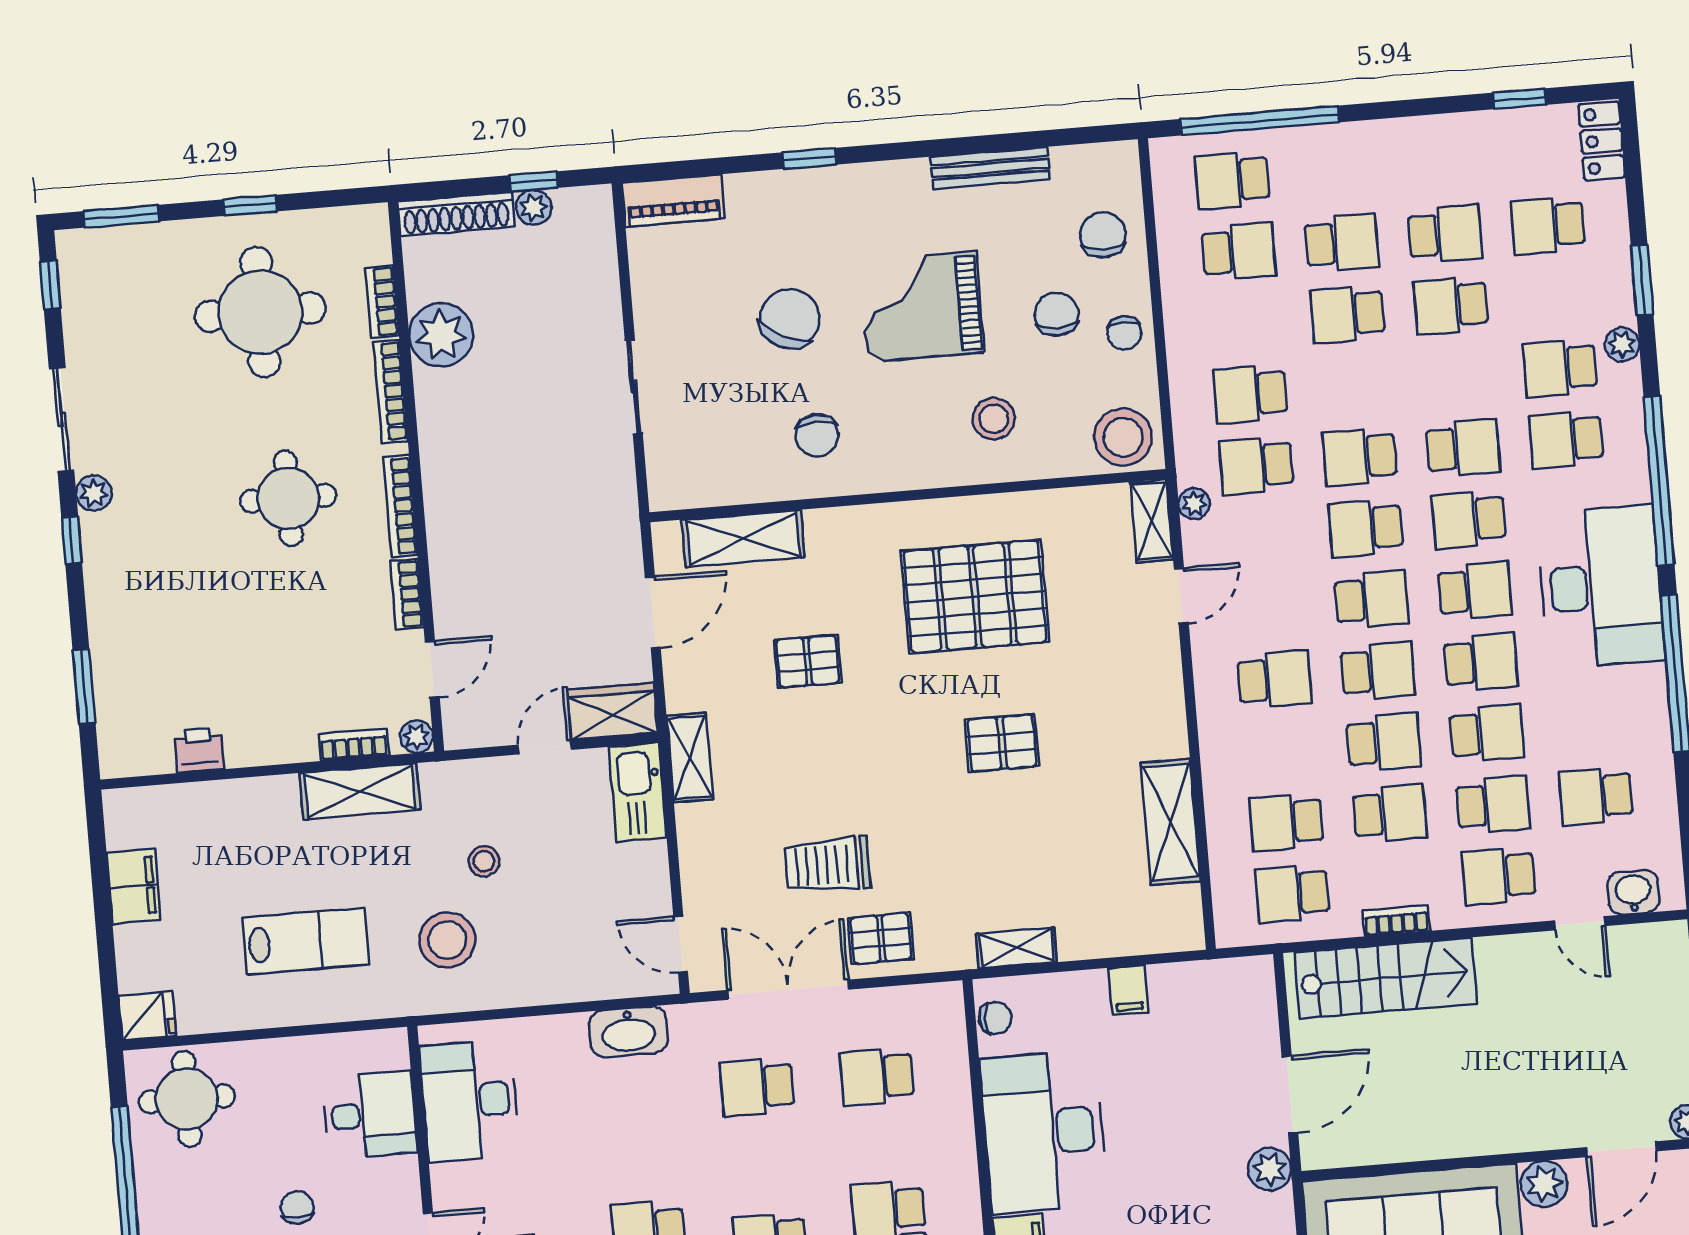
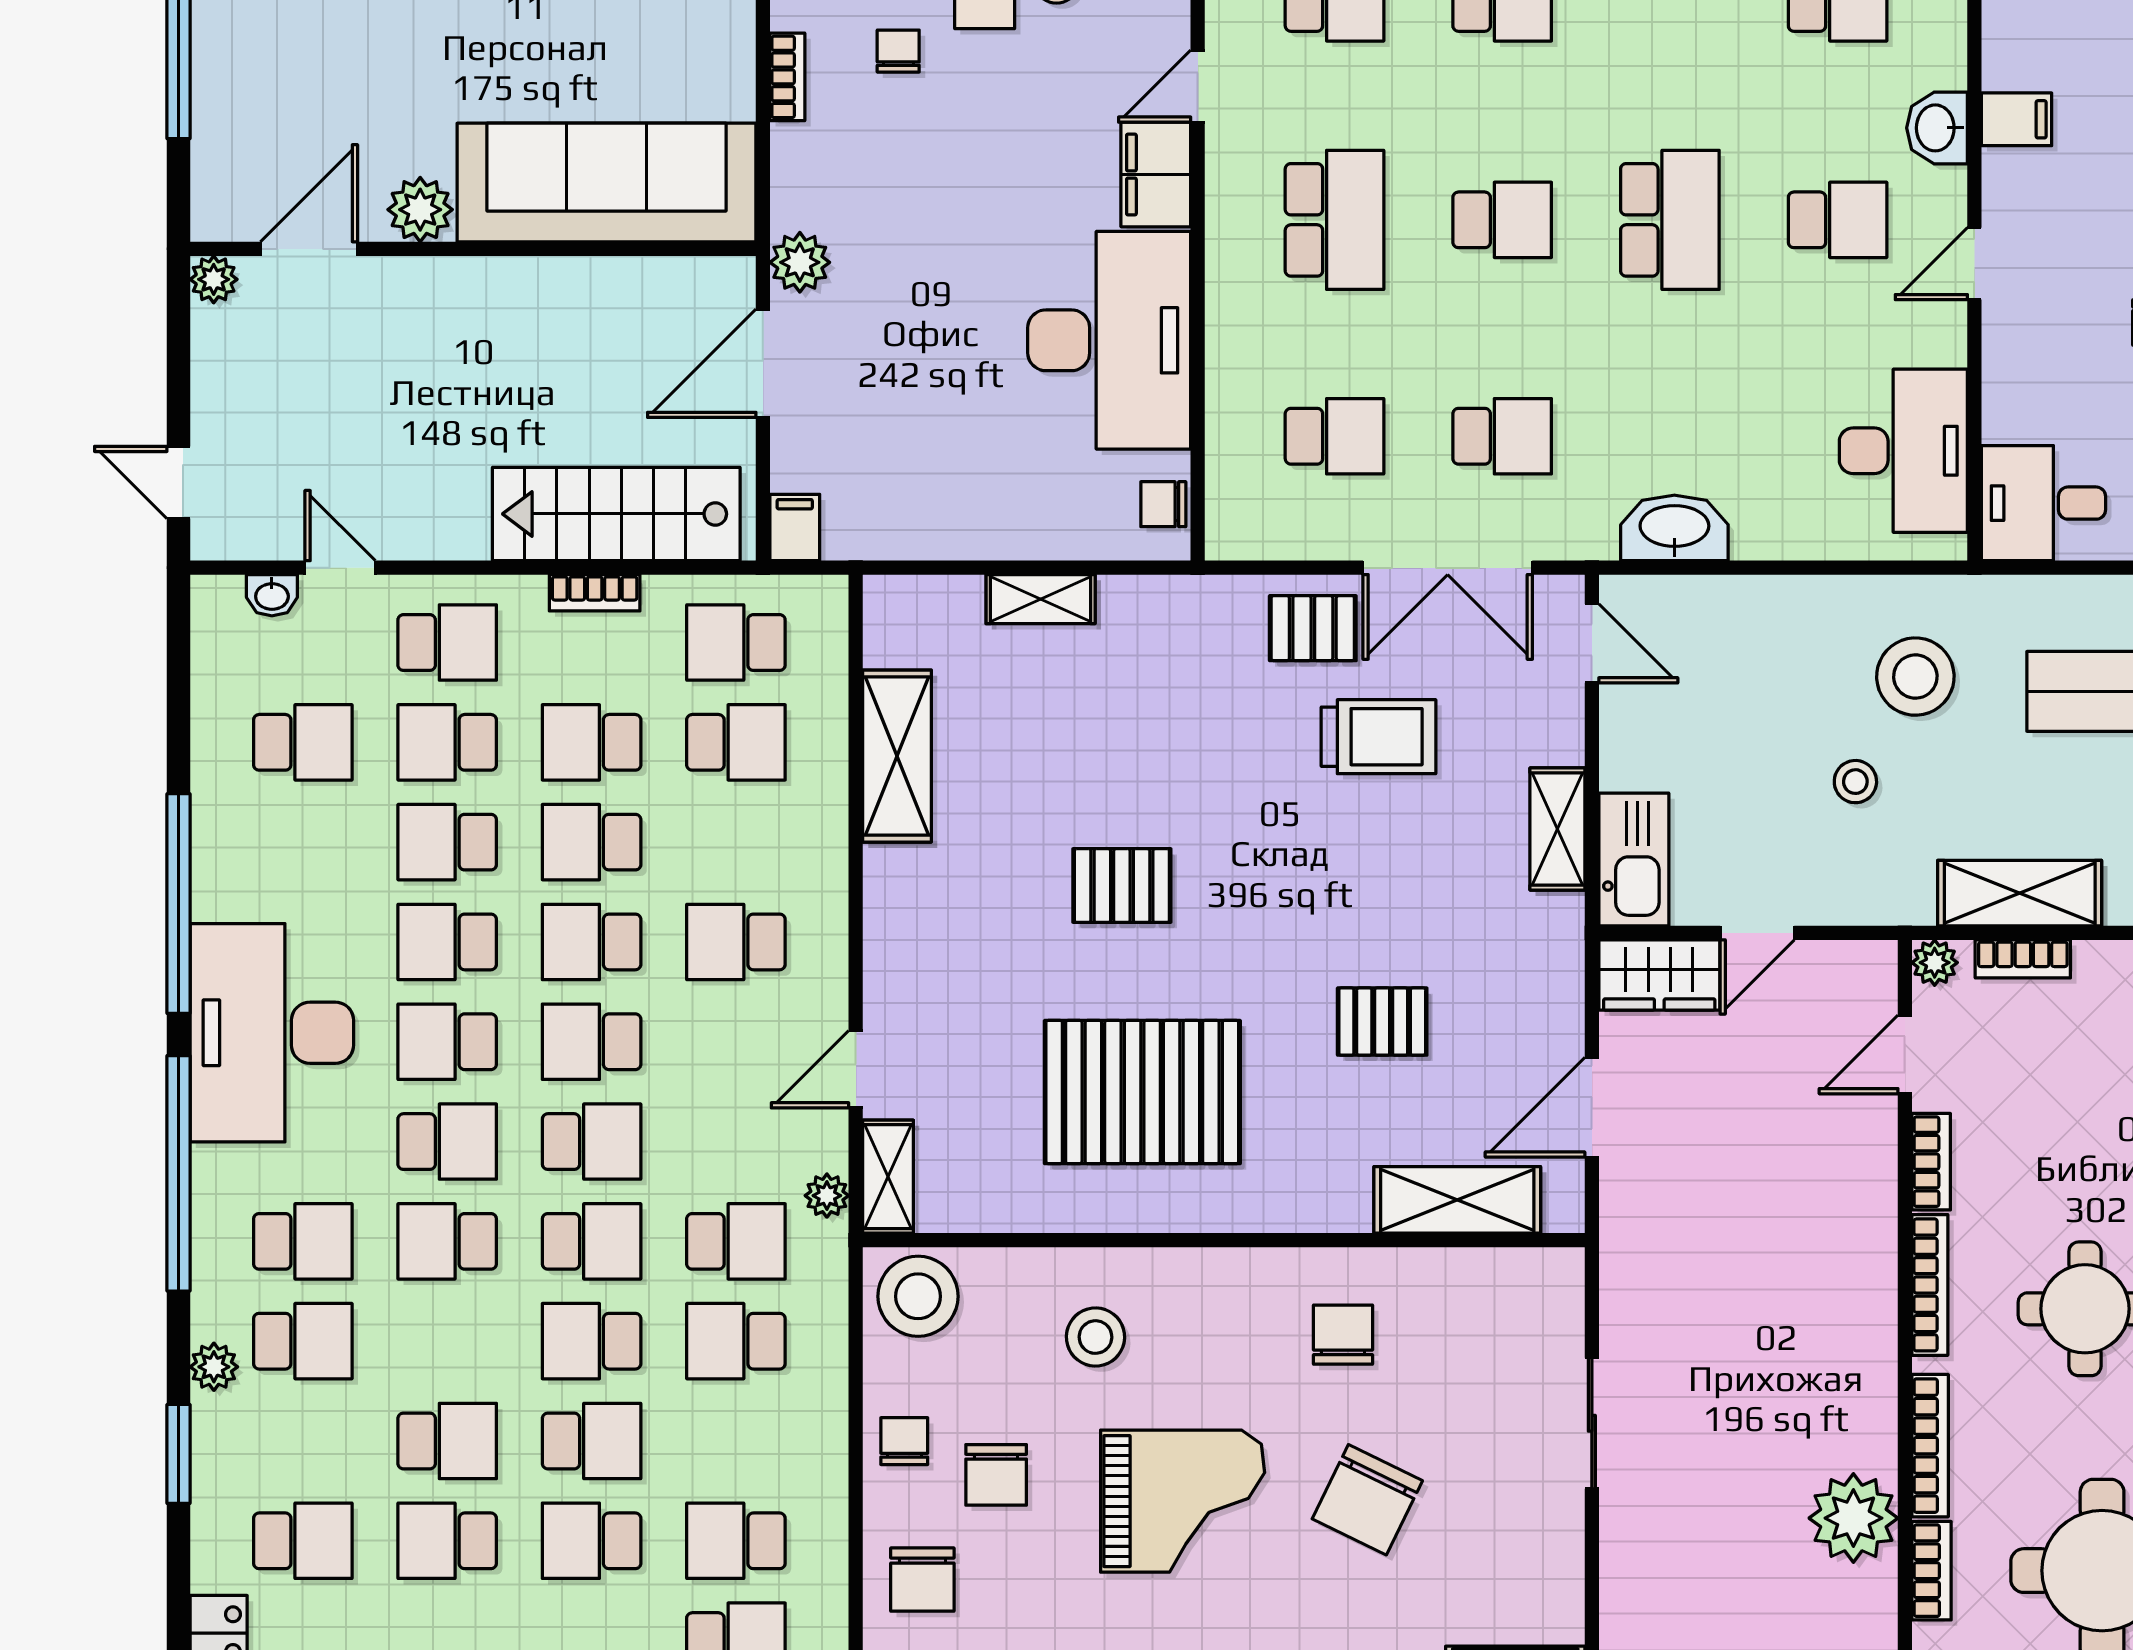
school desk: (1354, 385) -> (592, 1341), added
school desk: (1250, 394) -> (736, 1341), turned 180
shelving: (690, 757) -> (1557, 829), moved
washbasin: (1633, 892) -> (272, 595), width x0.72, depth x0.69
school desk: (1292, 893) -> (736, 643), turned 180
shelving: (1017, 948) -> (1041, 599), moved
filing cabinet: (1128, 990) -> (795, 527), moved
desk: (370, 1115) -> (2043, 503), moved

